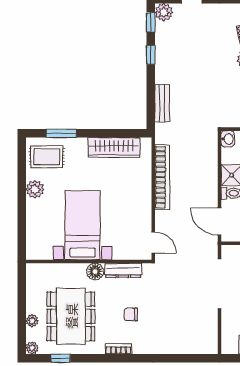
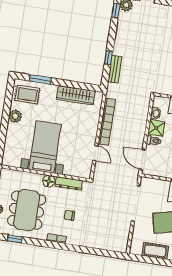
window: (151, 55) -> (109, 58), moved
washbasin: (228, 139) -> (156, 113), moved
door: (153, 243) -> (95, 153), moved

